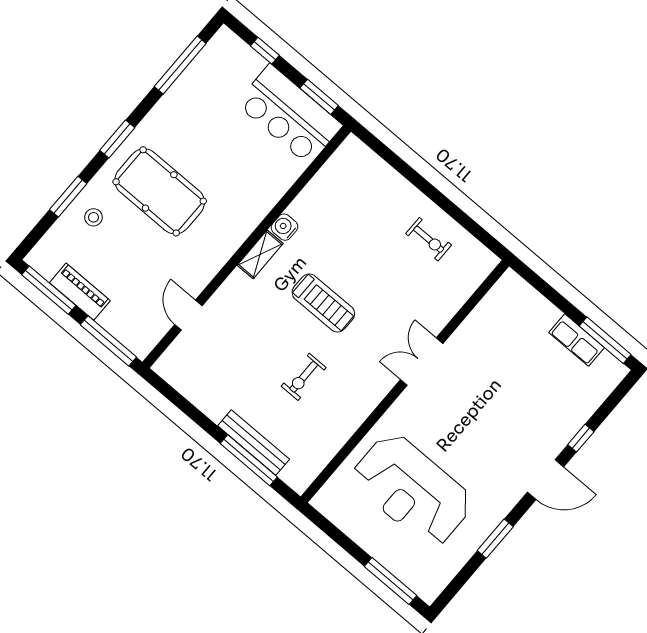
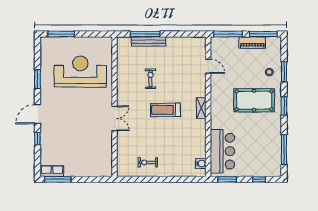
bar counter: (289, 115) -> (222, 151), moved, turned 90
water cooler: (285, 227) -> (201, 164), moved
row of seats: (577, 340) -> (52, 171), moved

